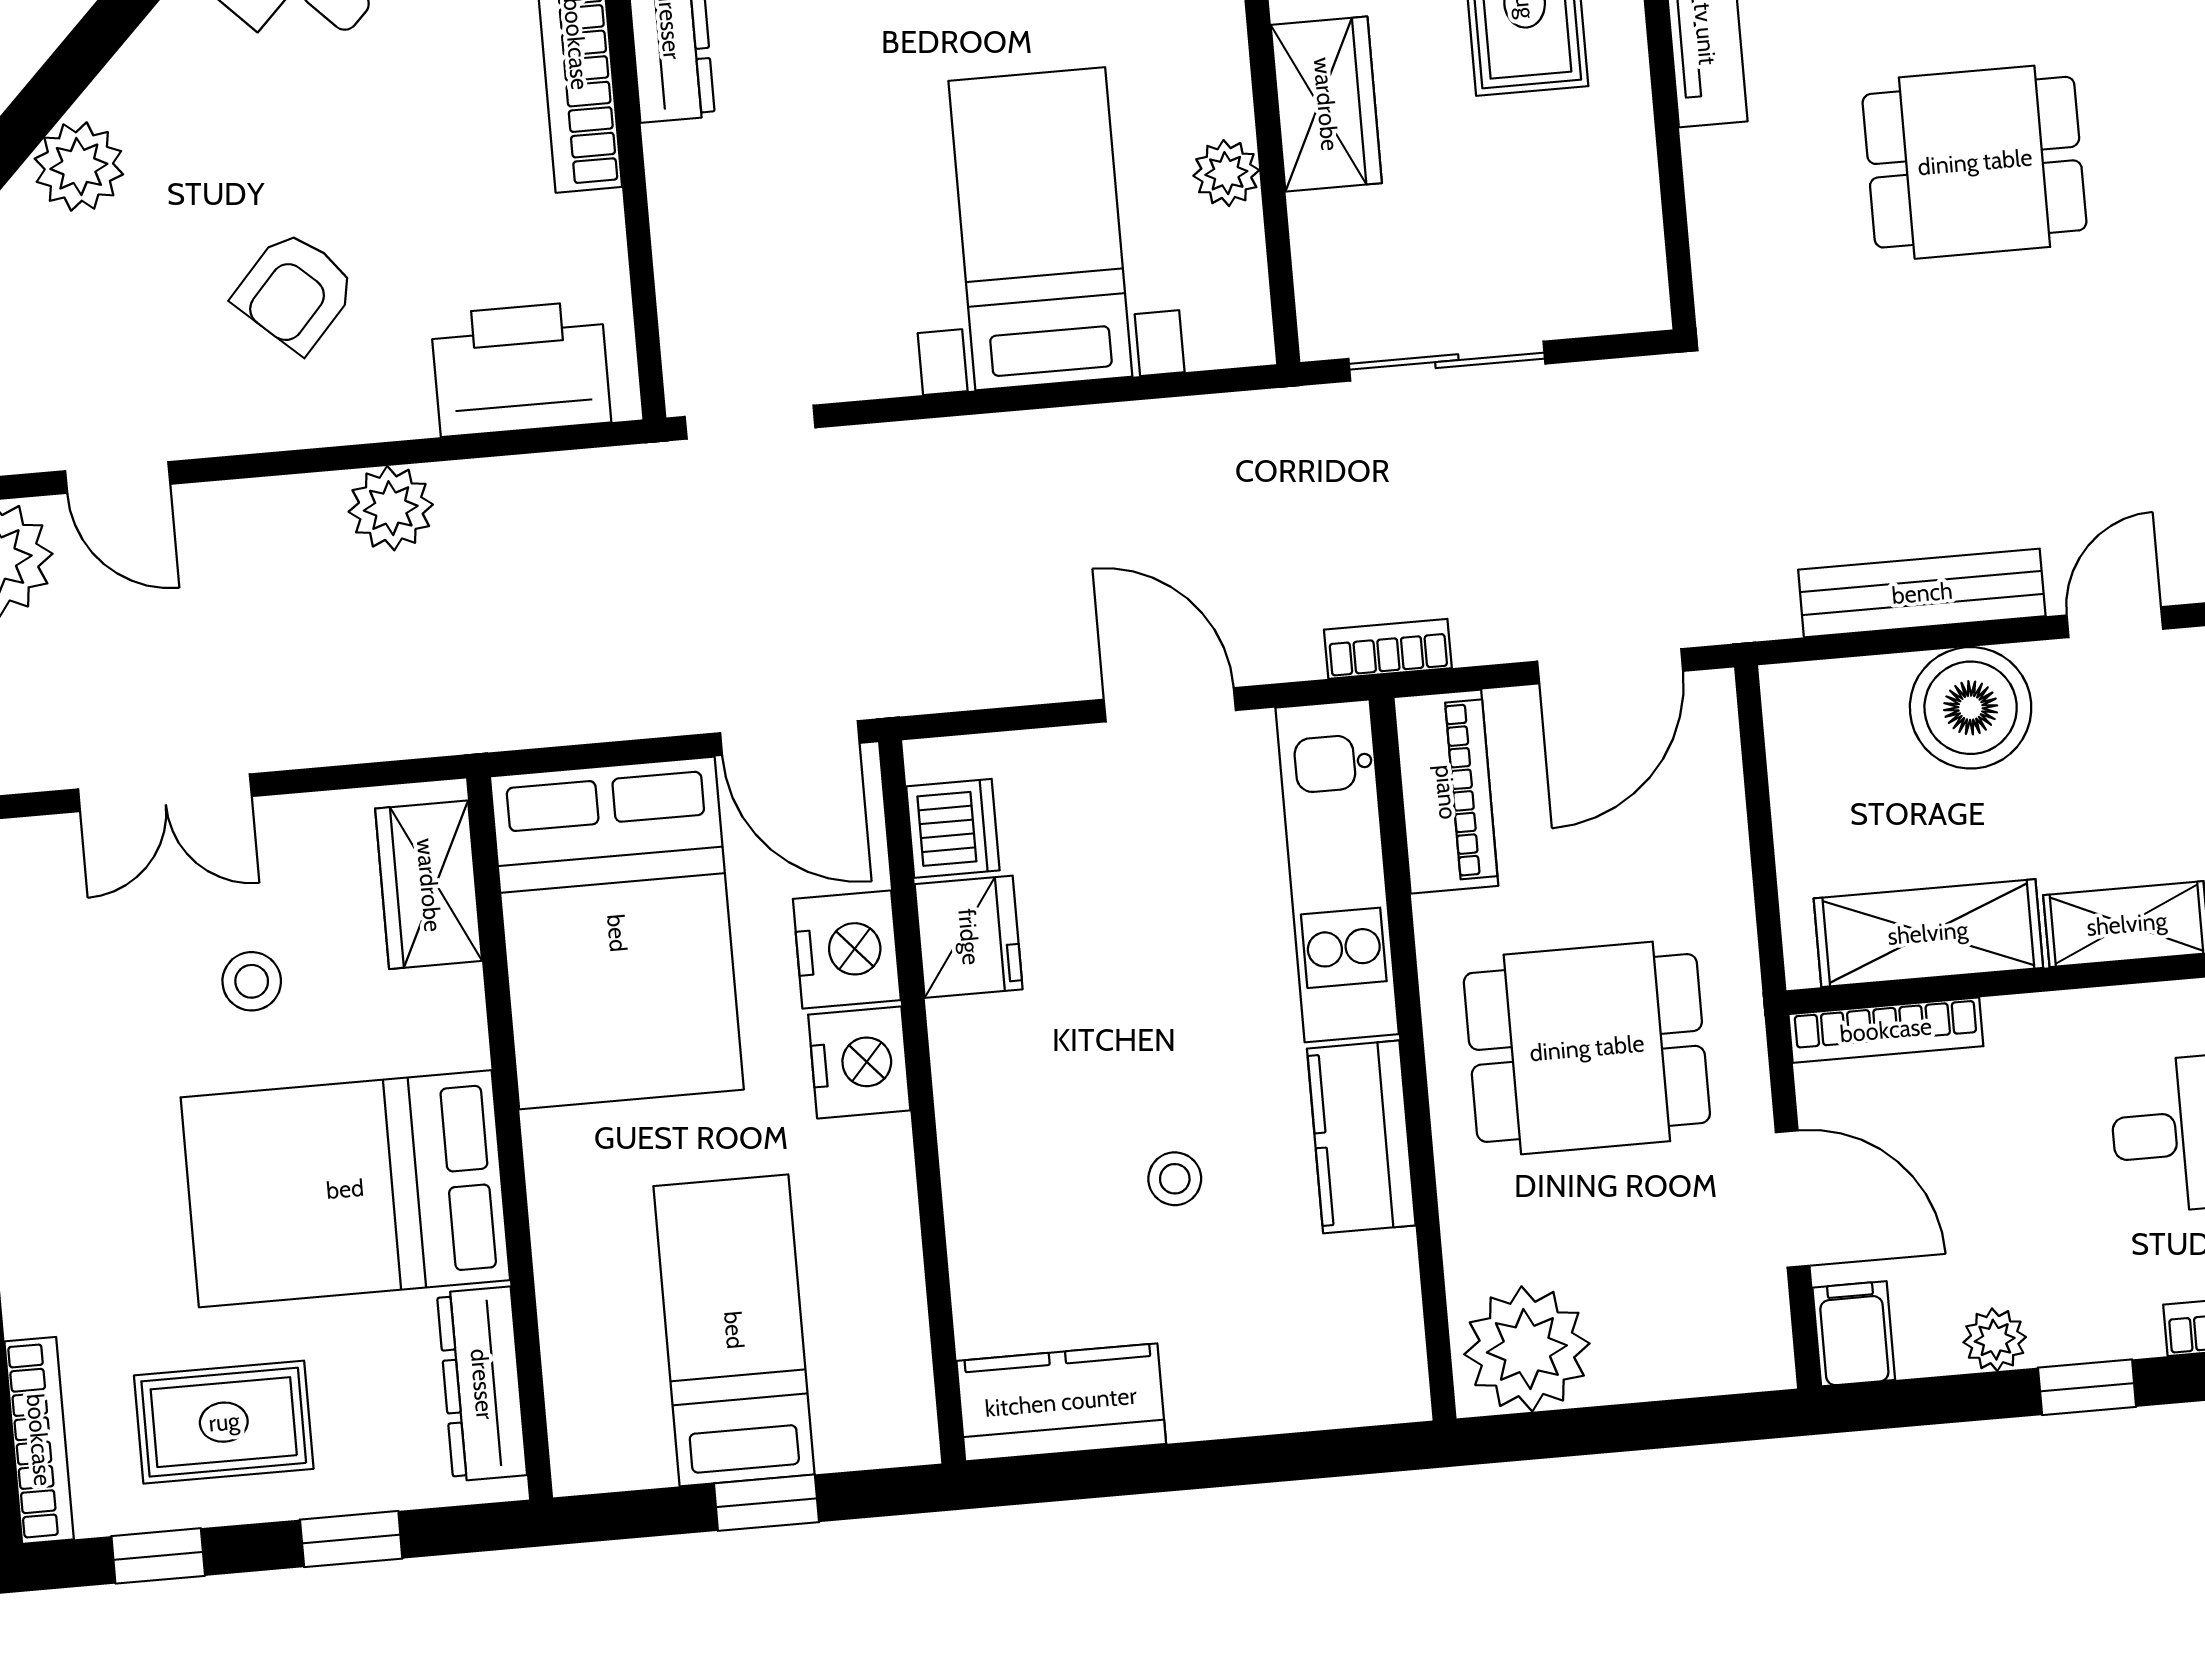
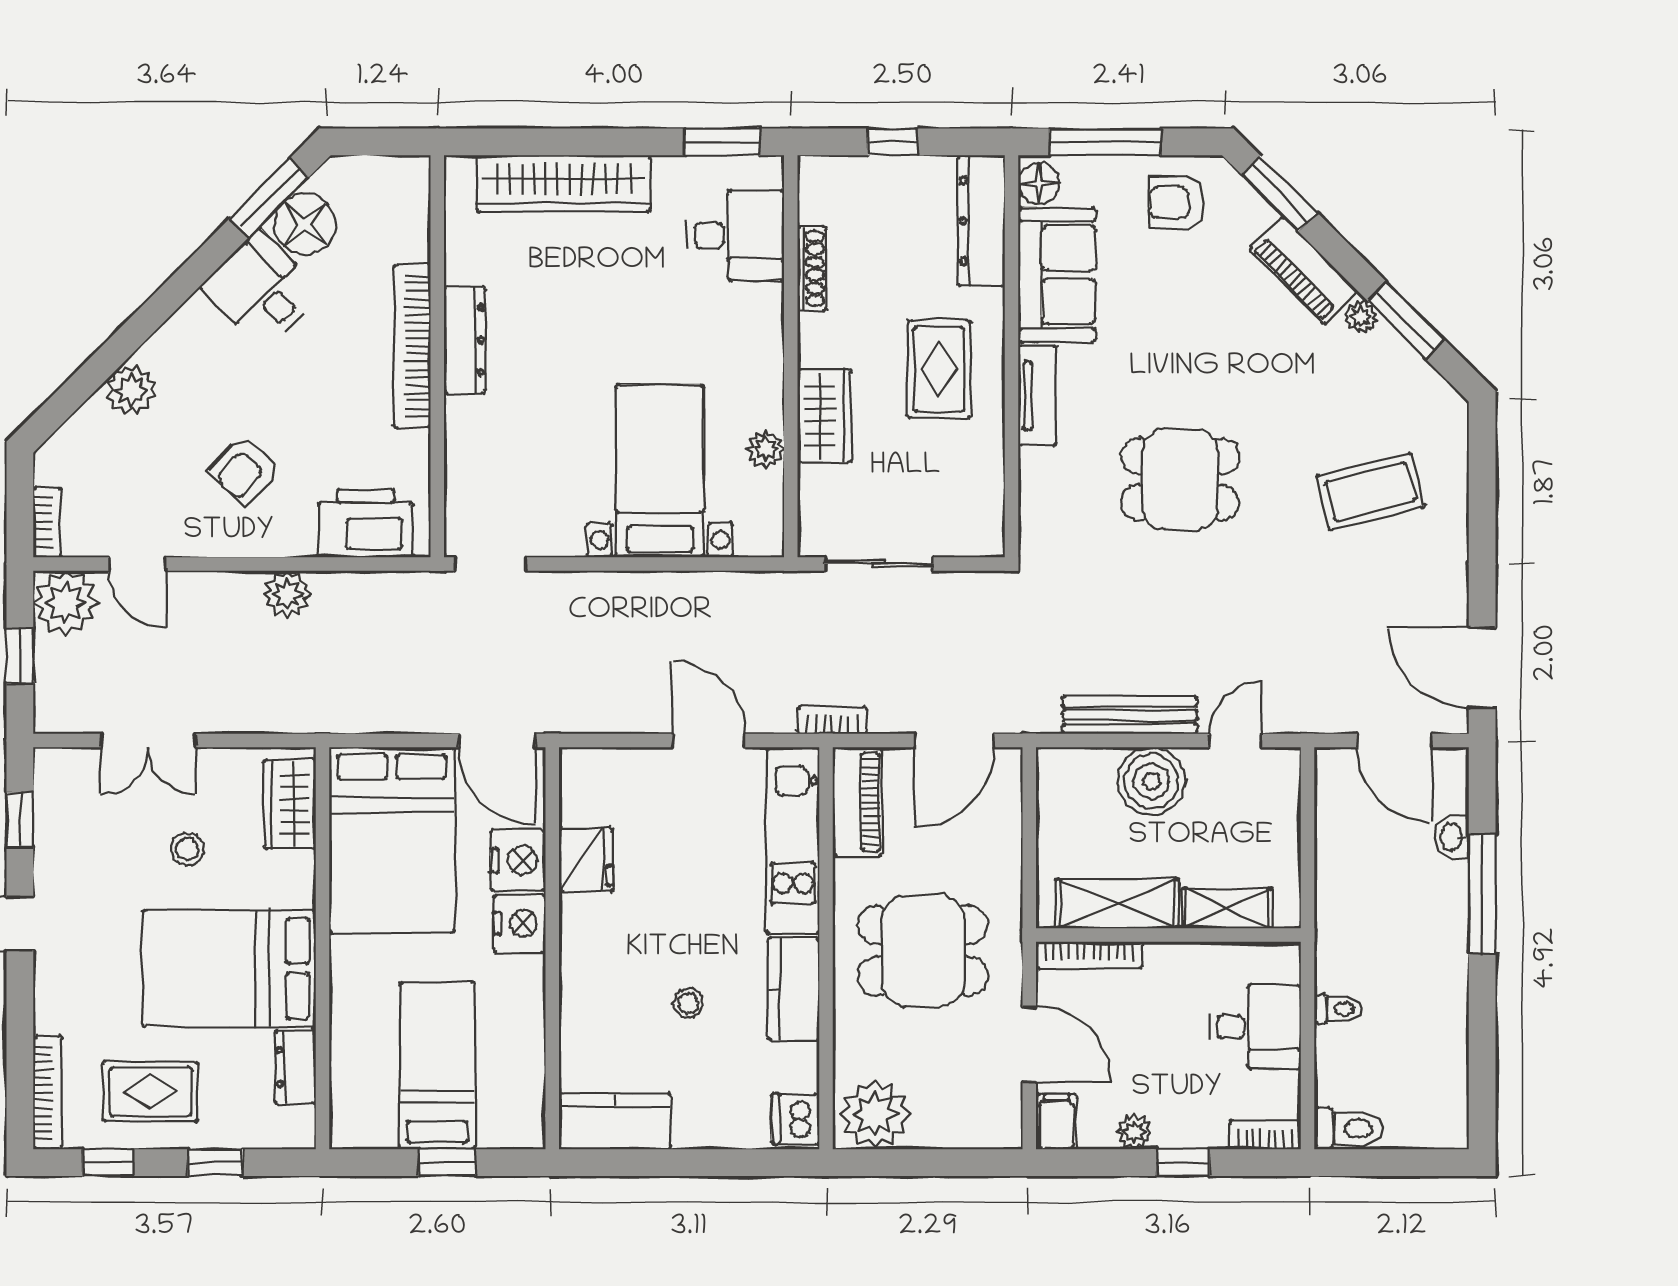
dishwasher: (953, 828) -> (796, 1119), moved, turned 180
dresser: (482, 1384) -> (295, 1067), width x0.70

